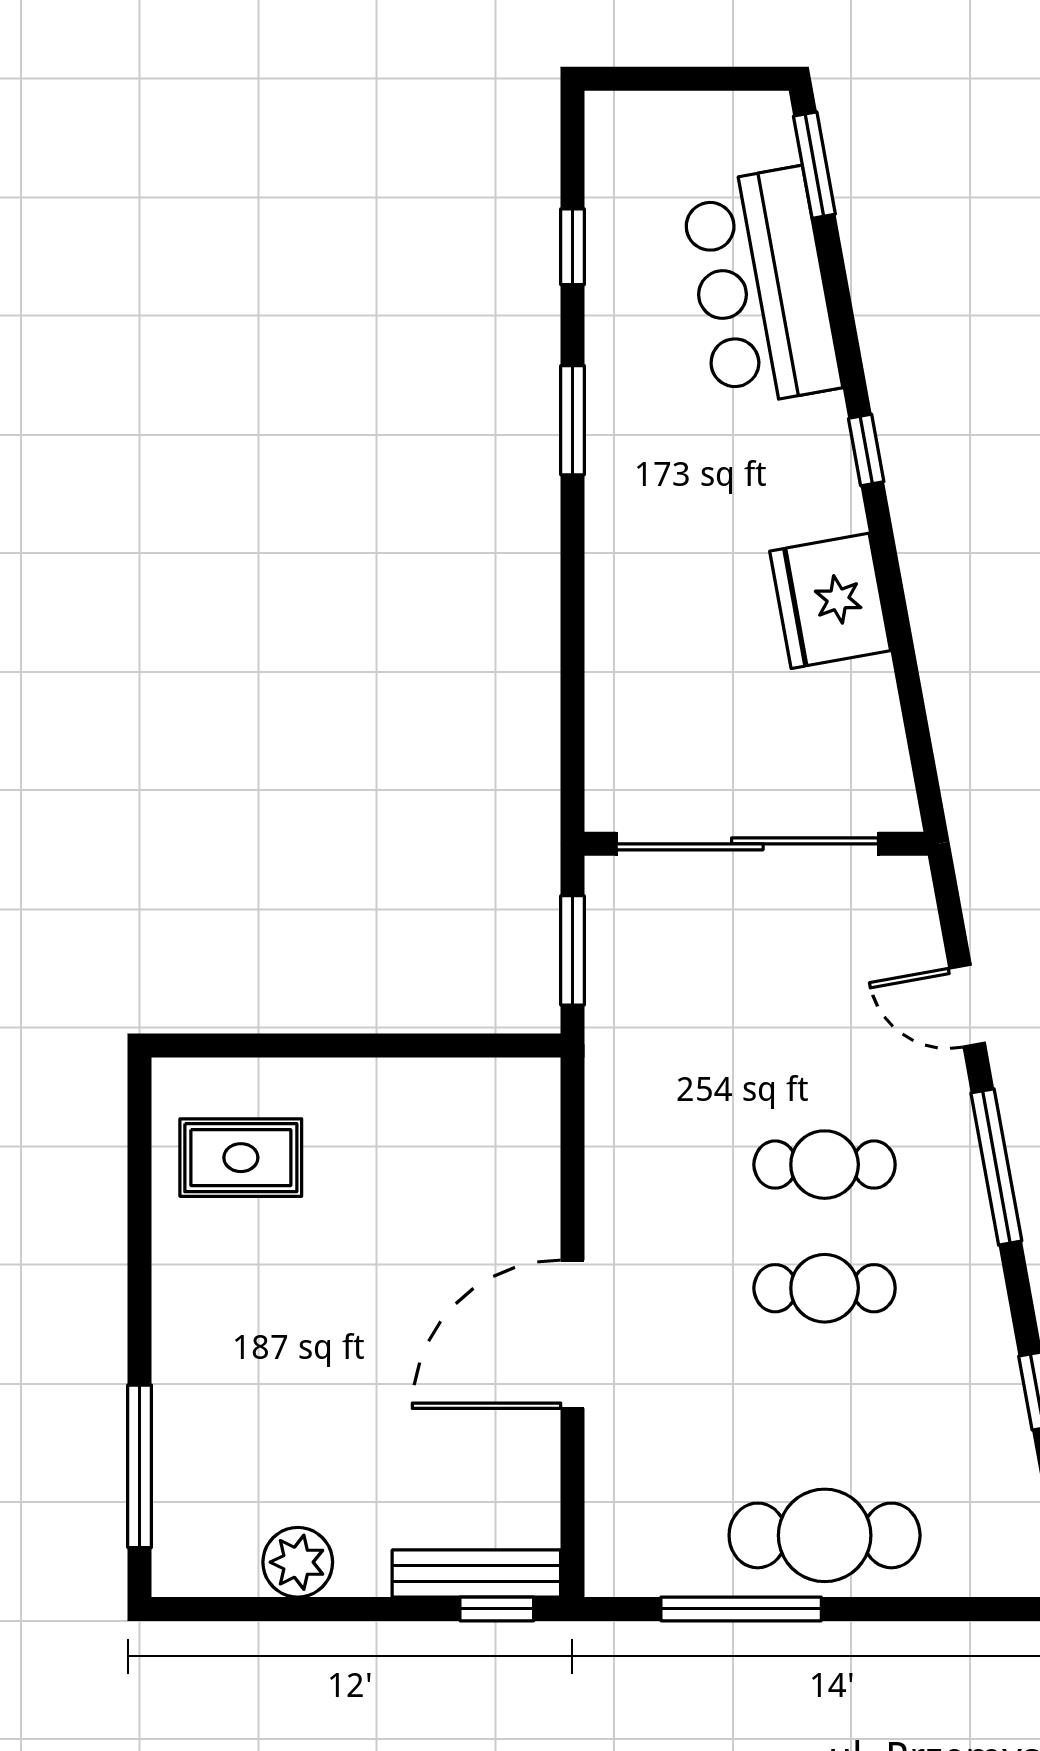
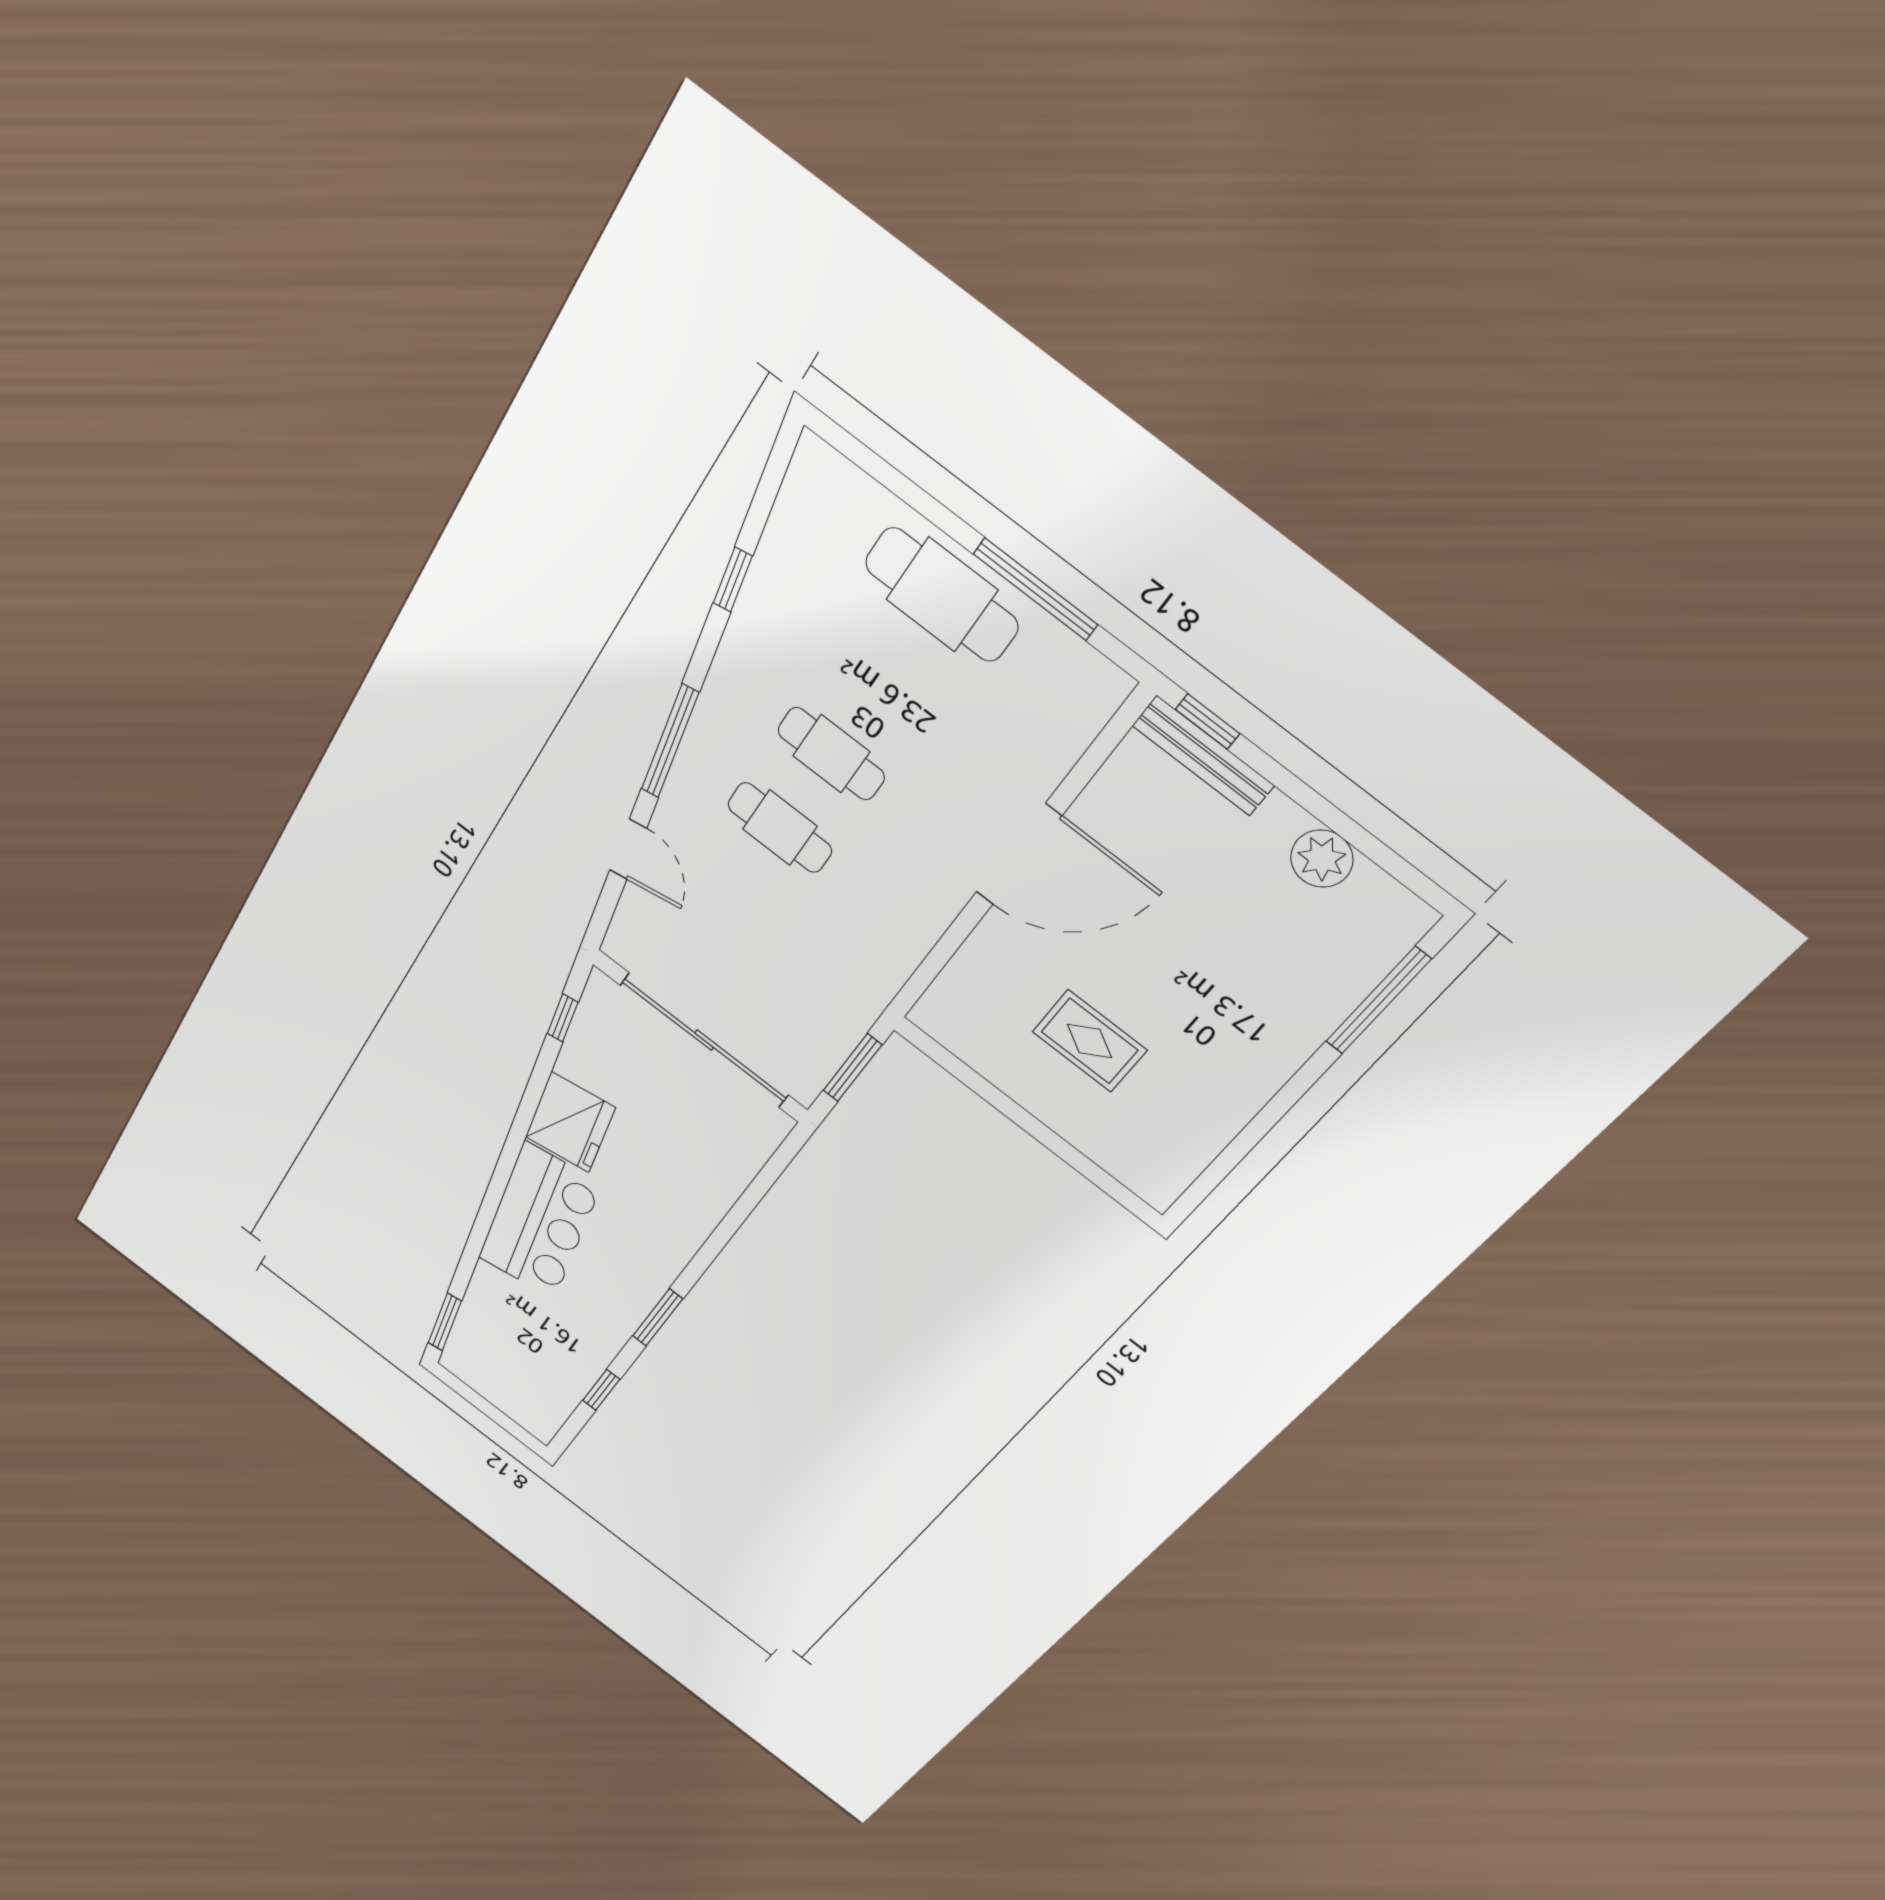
bar counter: (761, 288) -> (540, 1221), moved
window: (866, 450) -> (563, 1018), moved
rug: (241, 1158) -> (1090, 1041), moved

